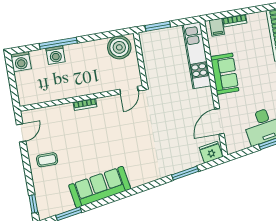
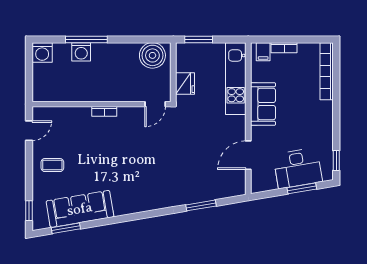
fridge: (211, 152) -> (185, 84), moved, turned 100
sofa: (100, 187) -> (80, 209), moved

